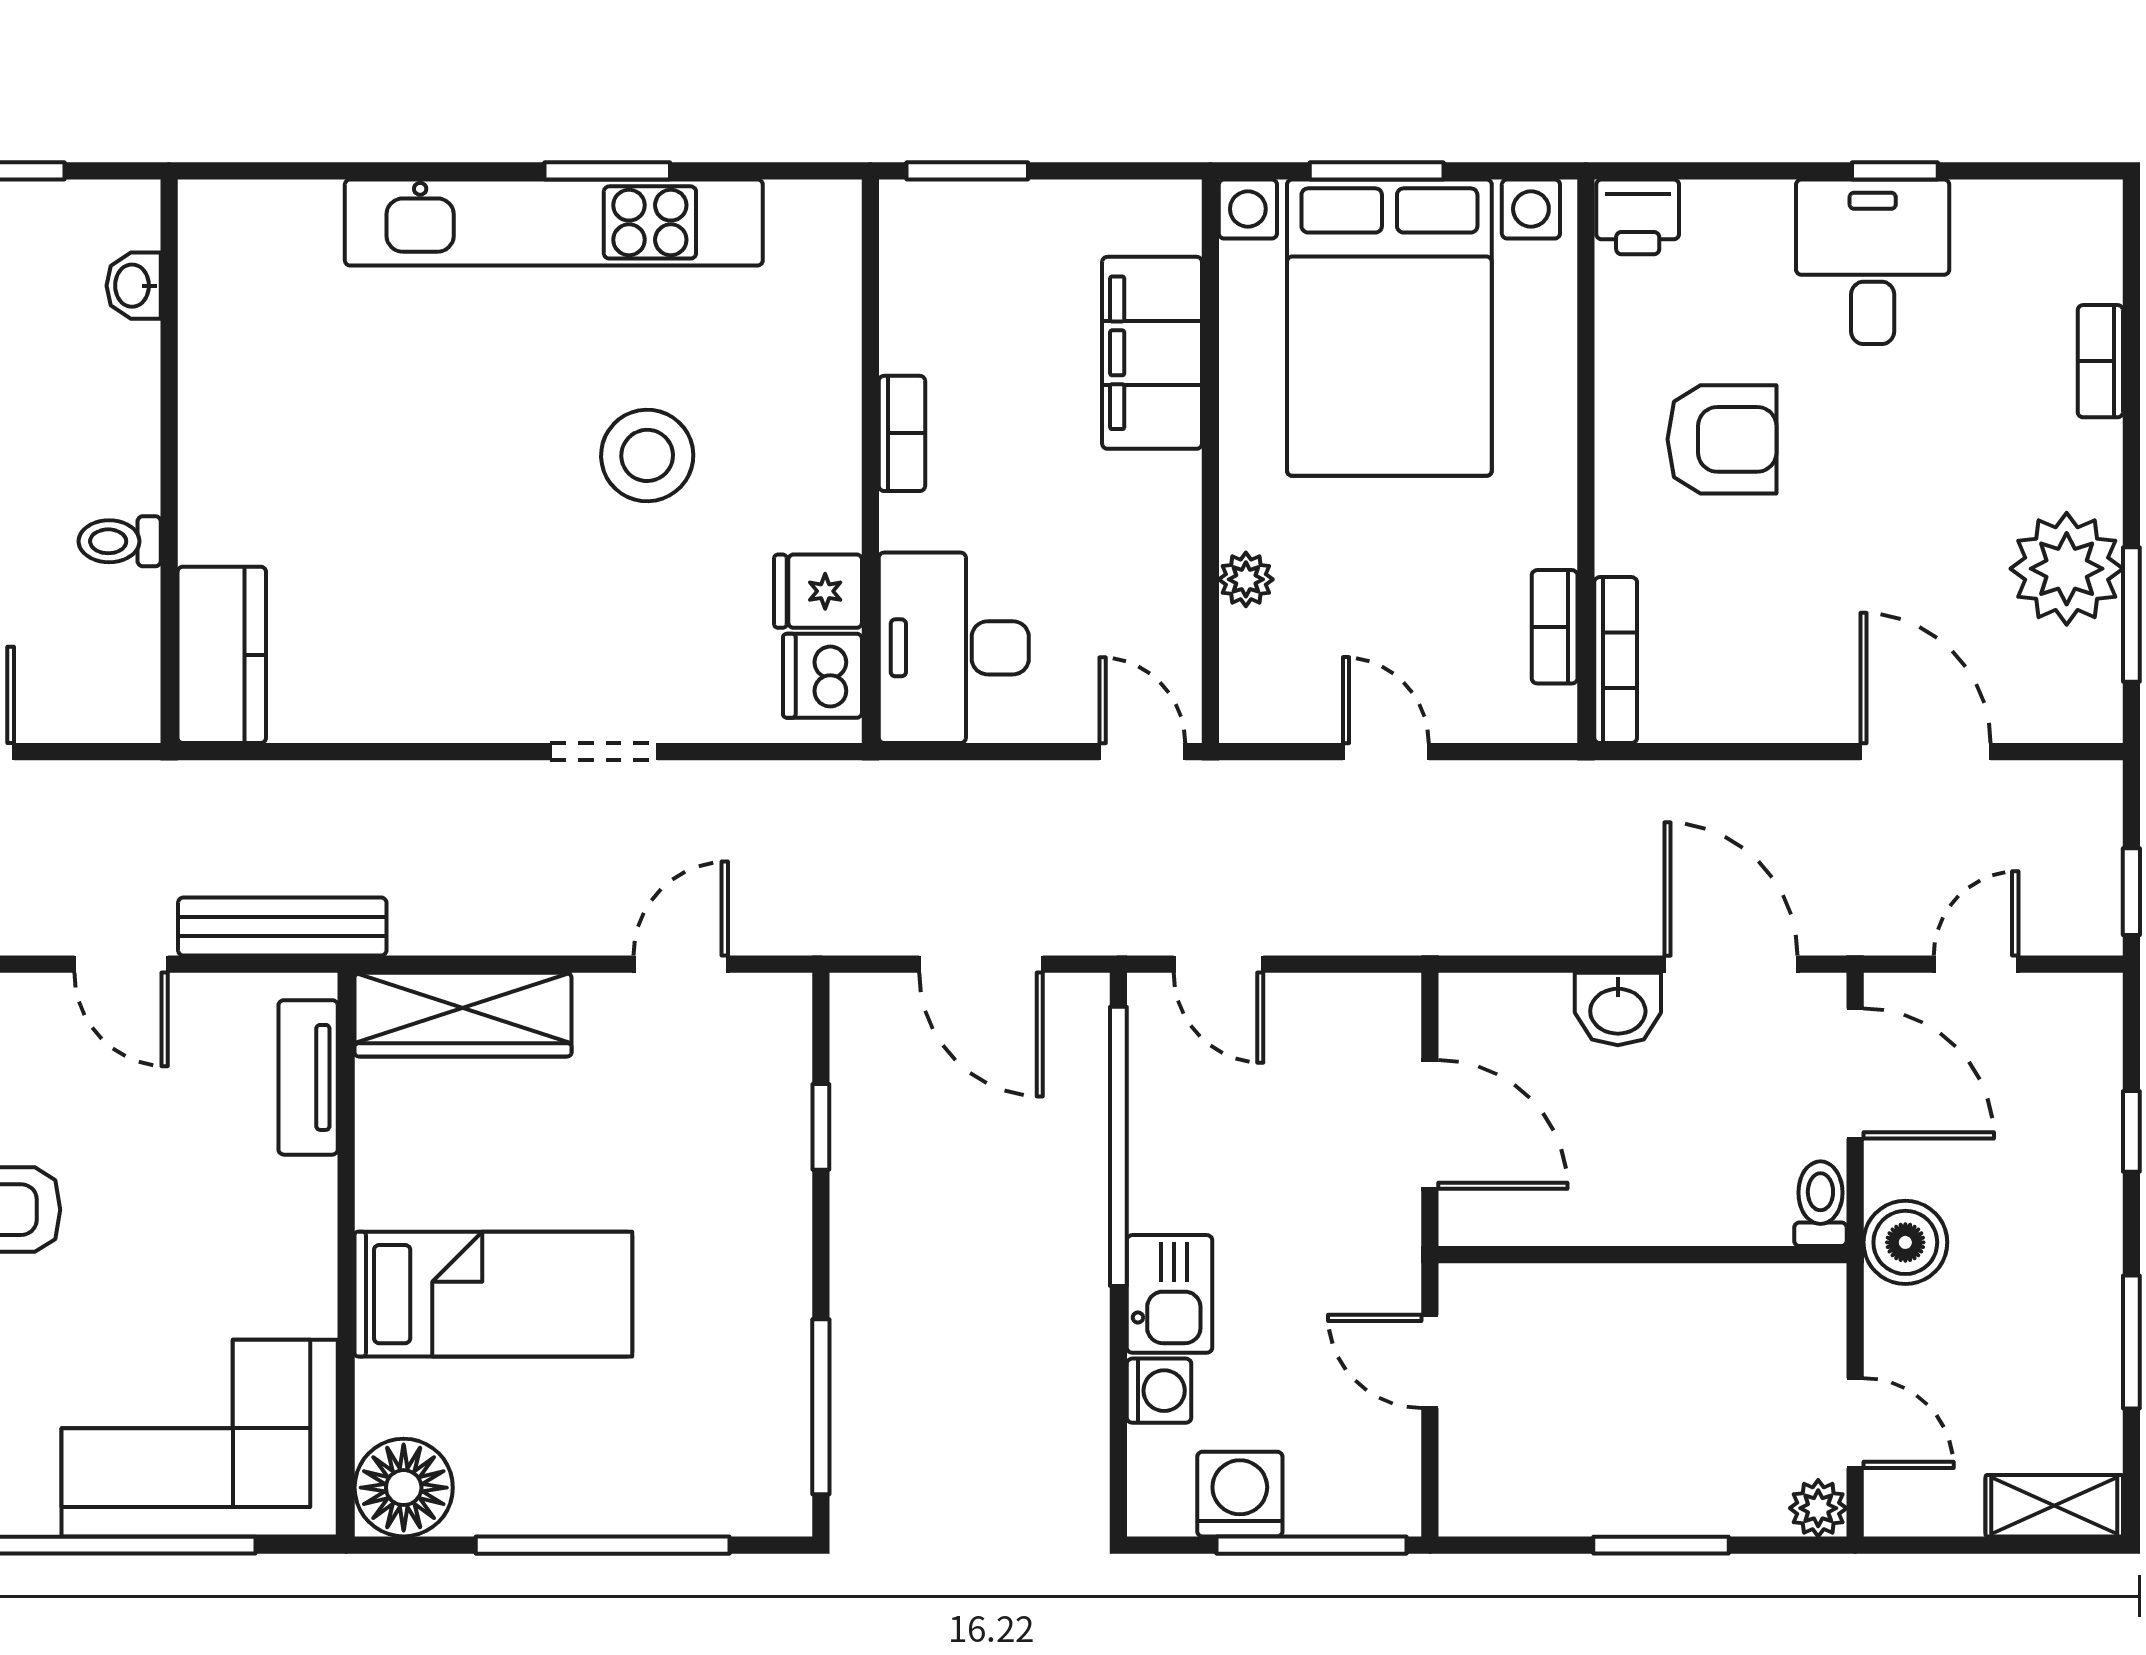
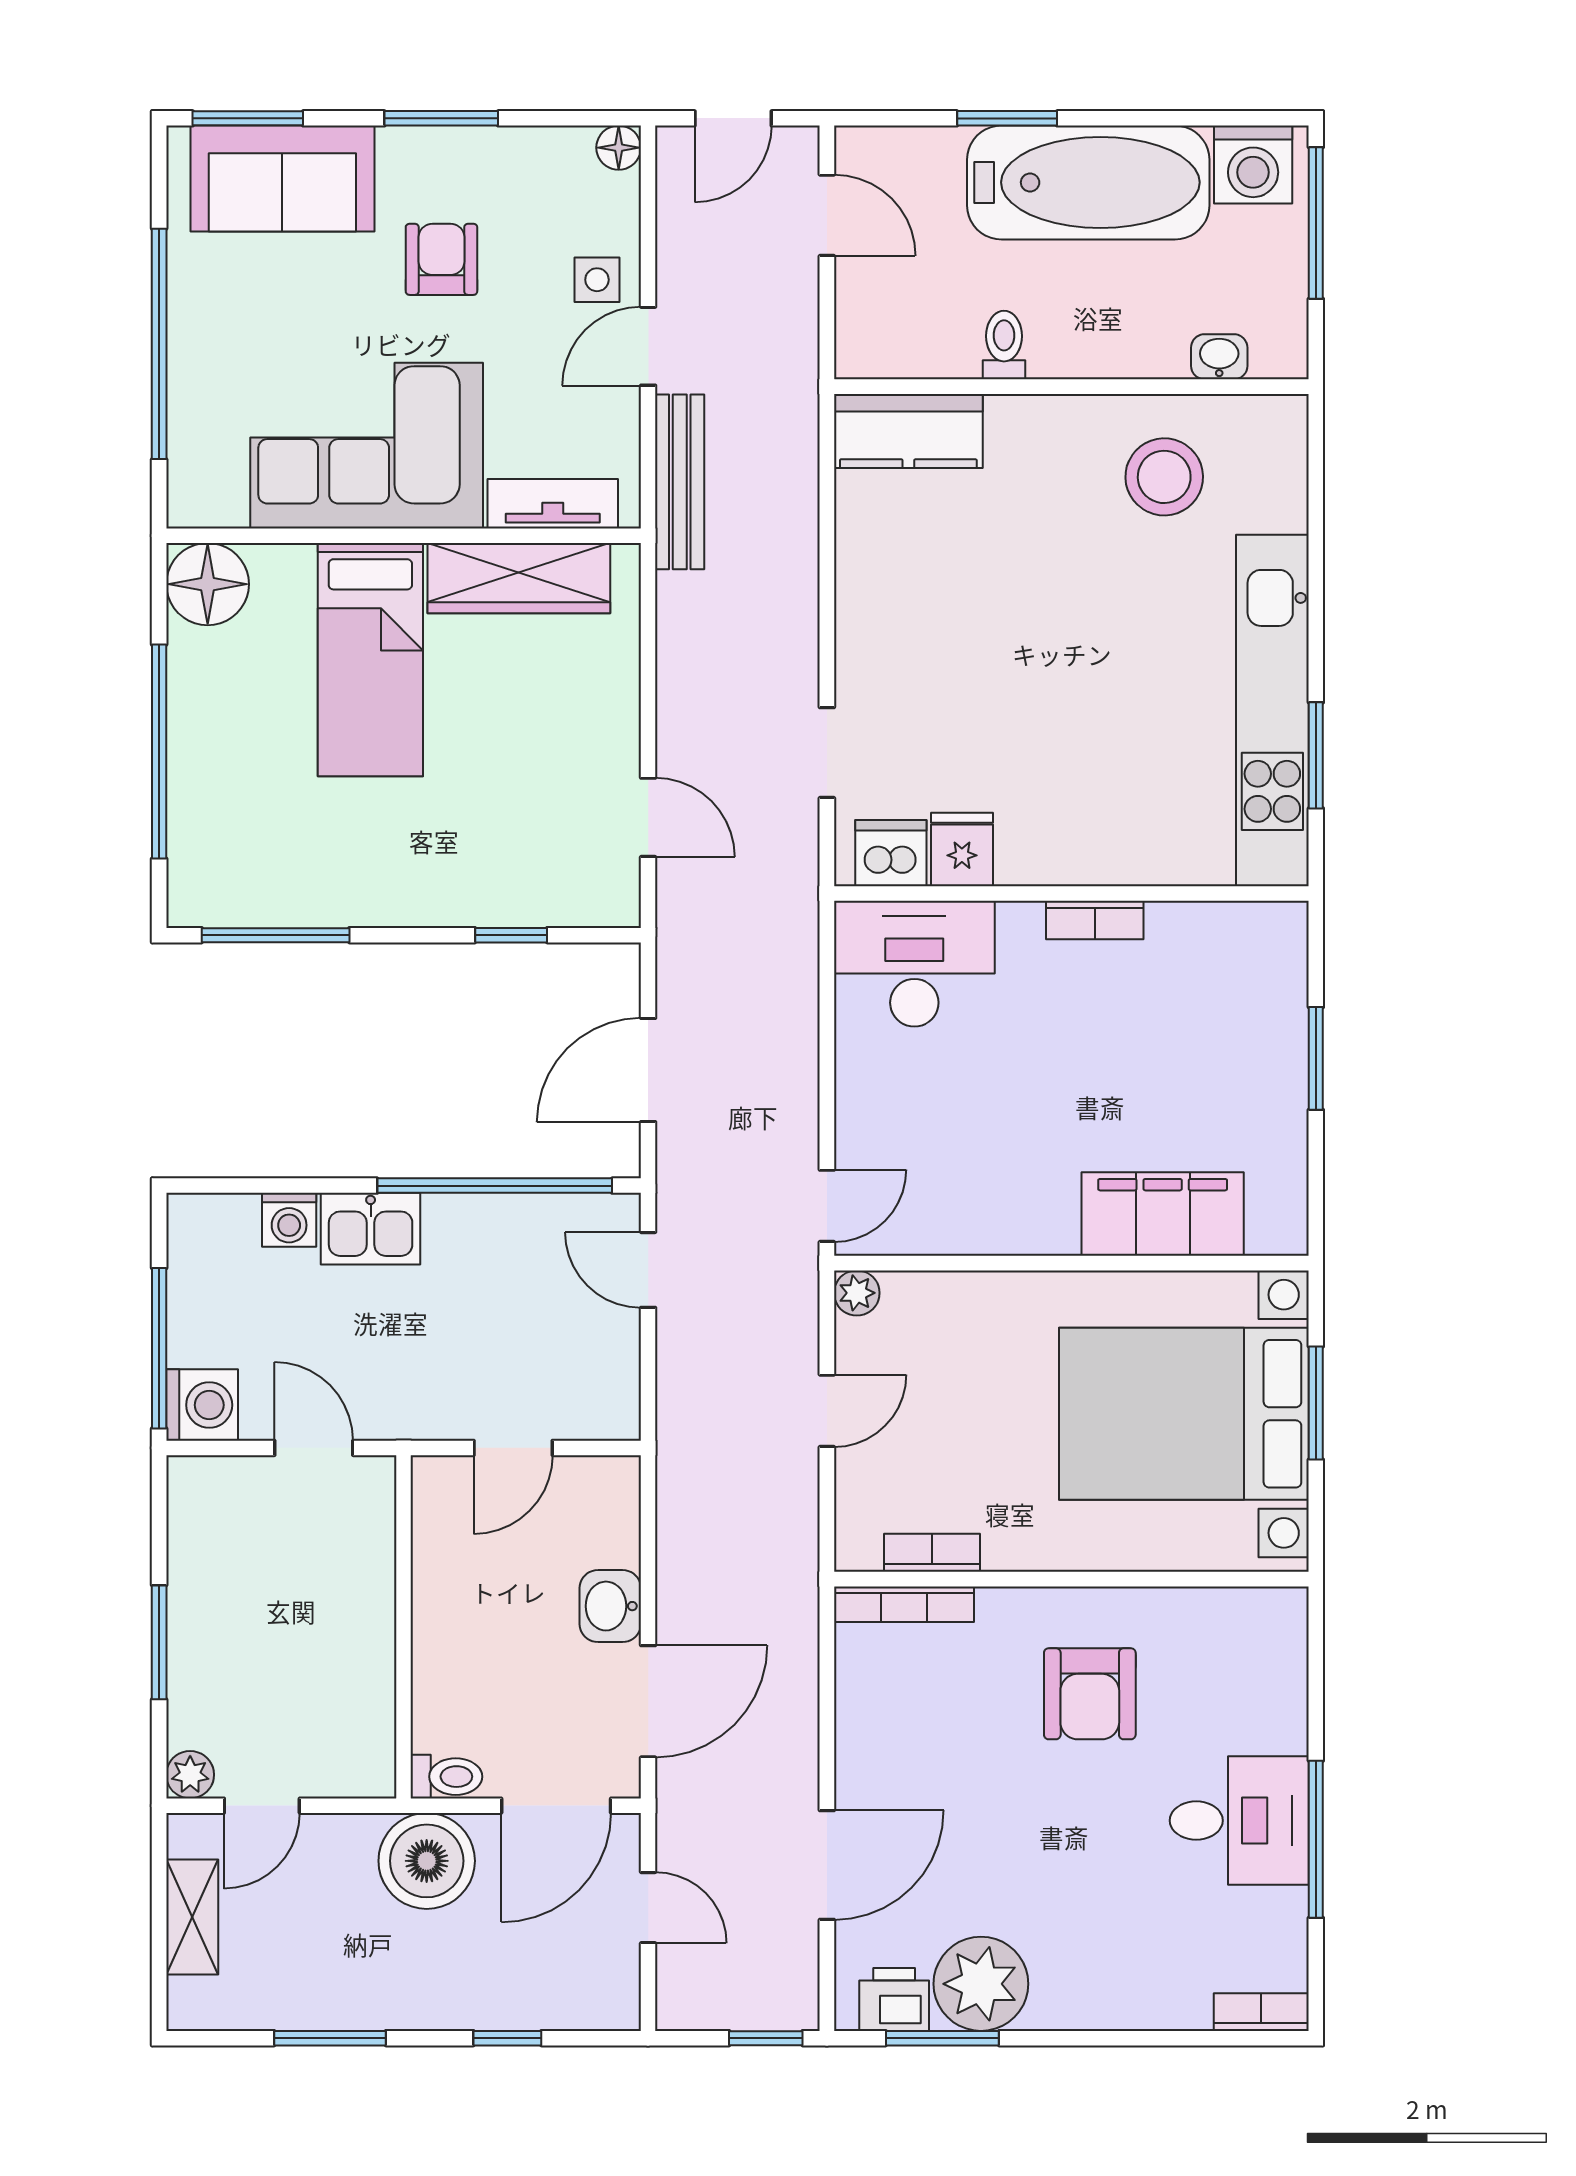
window: (1895, 171) -> (1316, 1839), width x2.17
printer: (1638, 217) -> (894, 1999), moved, turned 90
bookcase: (2100, 361) -> (1261, 2012), moved
bookcase: (902, 433) -> (1095, 920), moved
stool: (647, 455) -> (1164, 477), moved
wall: (870, 461) -> (1071, 893), moved
plant: (1246, 579) -> (857, 1293), moved
fridge: (818, 591) -> (962, 849), moved
desk: (954, 648) -> (914, 964), moved
dishwasher: (822, 676) -> (891, 853), moved
window: (2131, 892) -> (766, 2038), moved
door: (1218, 964) -> (648, 1270), hinge flipped
wardrobe: (463, 1015) -> (519, 578), moved, turned -90
side table: (42, 1025) -> (597, 280), added
door: (1430, 1124) -> (513, 1448), width x0.73
boiler: (1905, 1242) -> (427, 1861), width x1.37, depth x1.37
door: (1430, 1361) -> (314, 1448), hinge flipped
corner sofa: (200, 1438) -> (367, 446), moved, turned -90
washing machine: (1240, 1494) -> (202, 1405), moved
shelving: (2054, 1506) -> (192, 1917), moved

